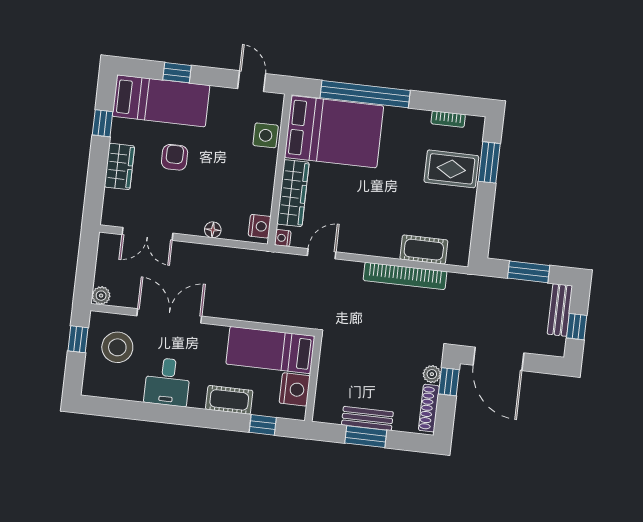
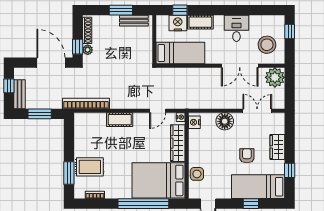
armchair: (175, 157) -> (247, 156), turned 180
floor lamp: (213, 230) -> (225, 121), width x1.89, depth x1.89
cot: (424, 250) -> (120, 120), moved
bookcase: (405, 276) -> (86, 104), moved
plant: (101, 296) -> (275, 77), width x1.87, depth x1.87
window: (78, 339) -> (290, 31), moved
nightstand: (295, 389) -> (178, 23), moved, turned 90
bench: (367, 418) -> (134, 21), moved

